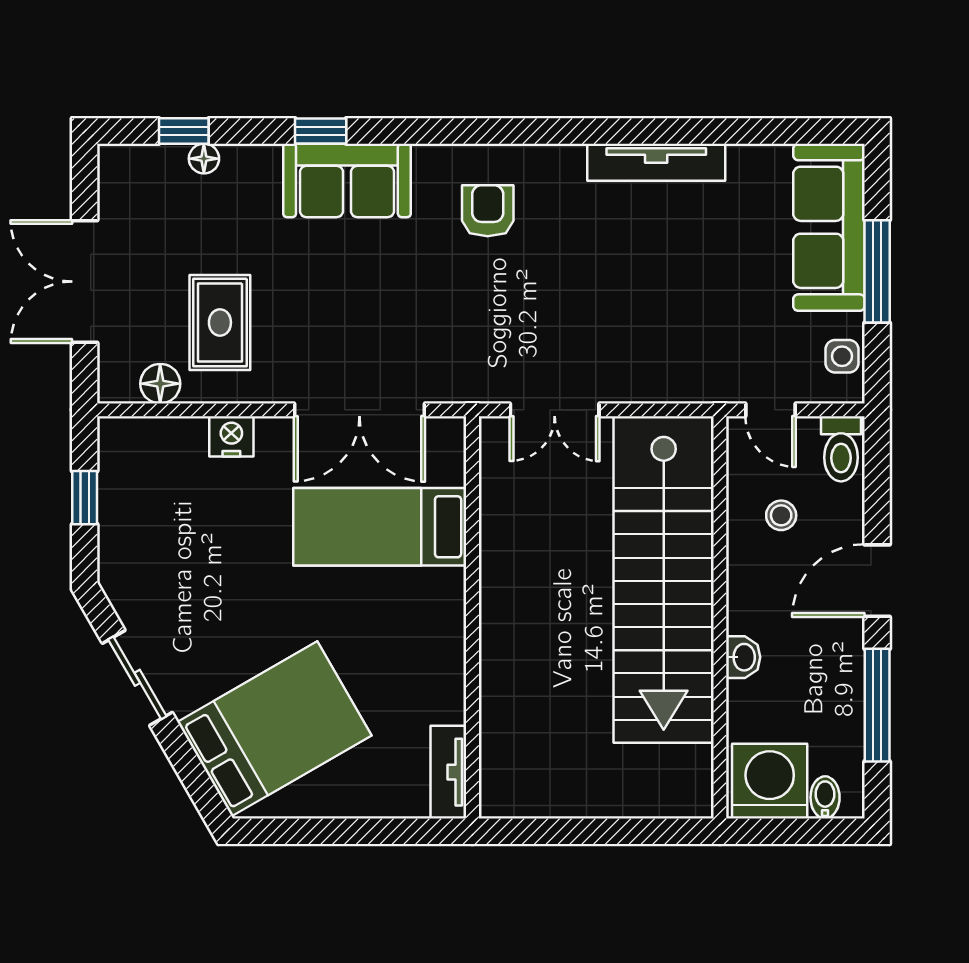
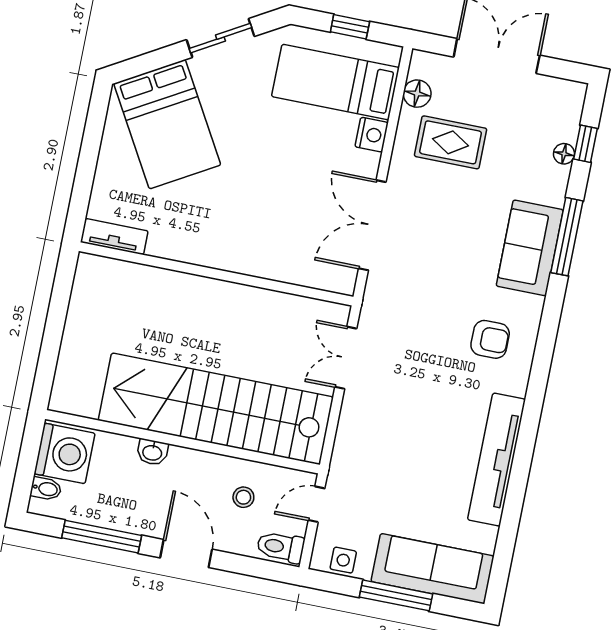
window: (321, 131) -> (567, 237), width x2.17
tv unit: (656, 162) -> (497, 460), width x1.36, depth x1.29
bed: (380, 527) -> (335, 82), moved, turned -90

